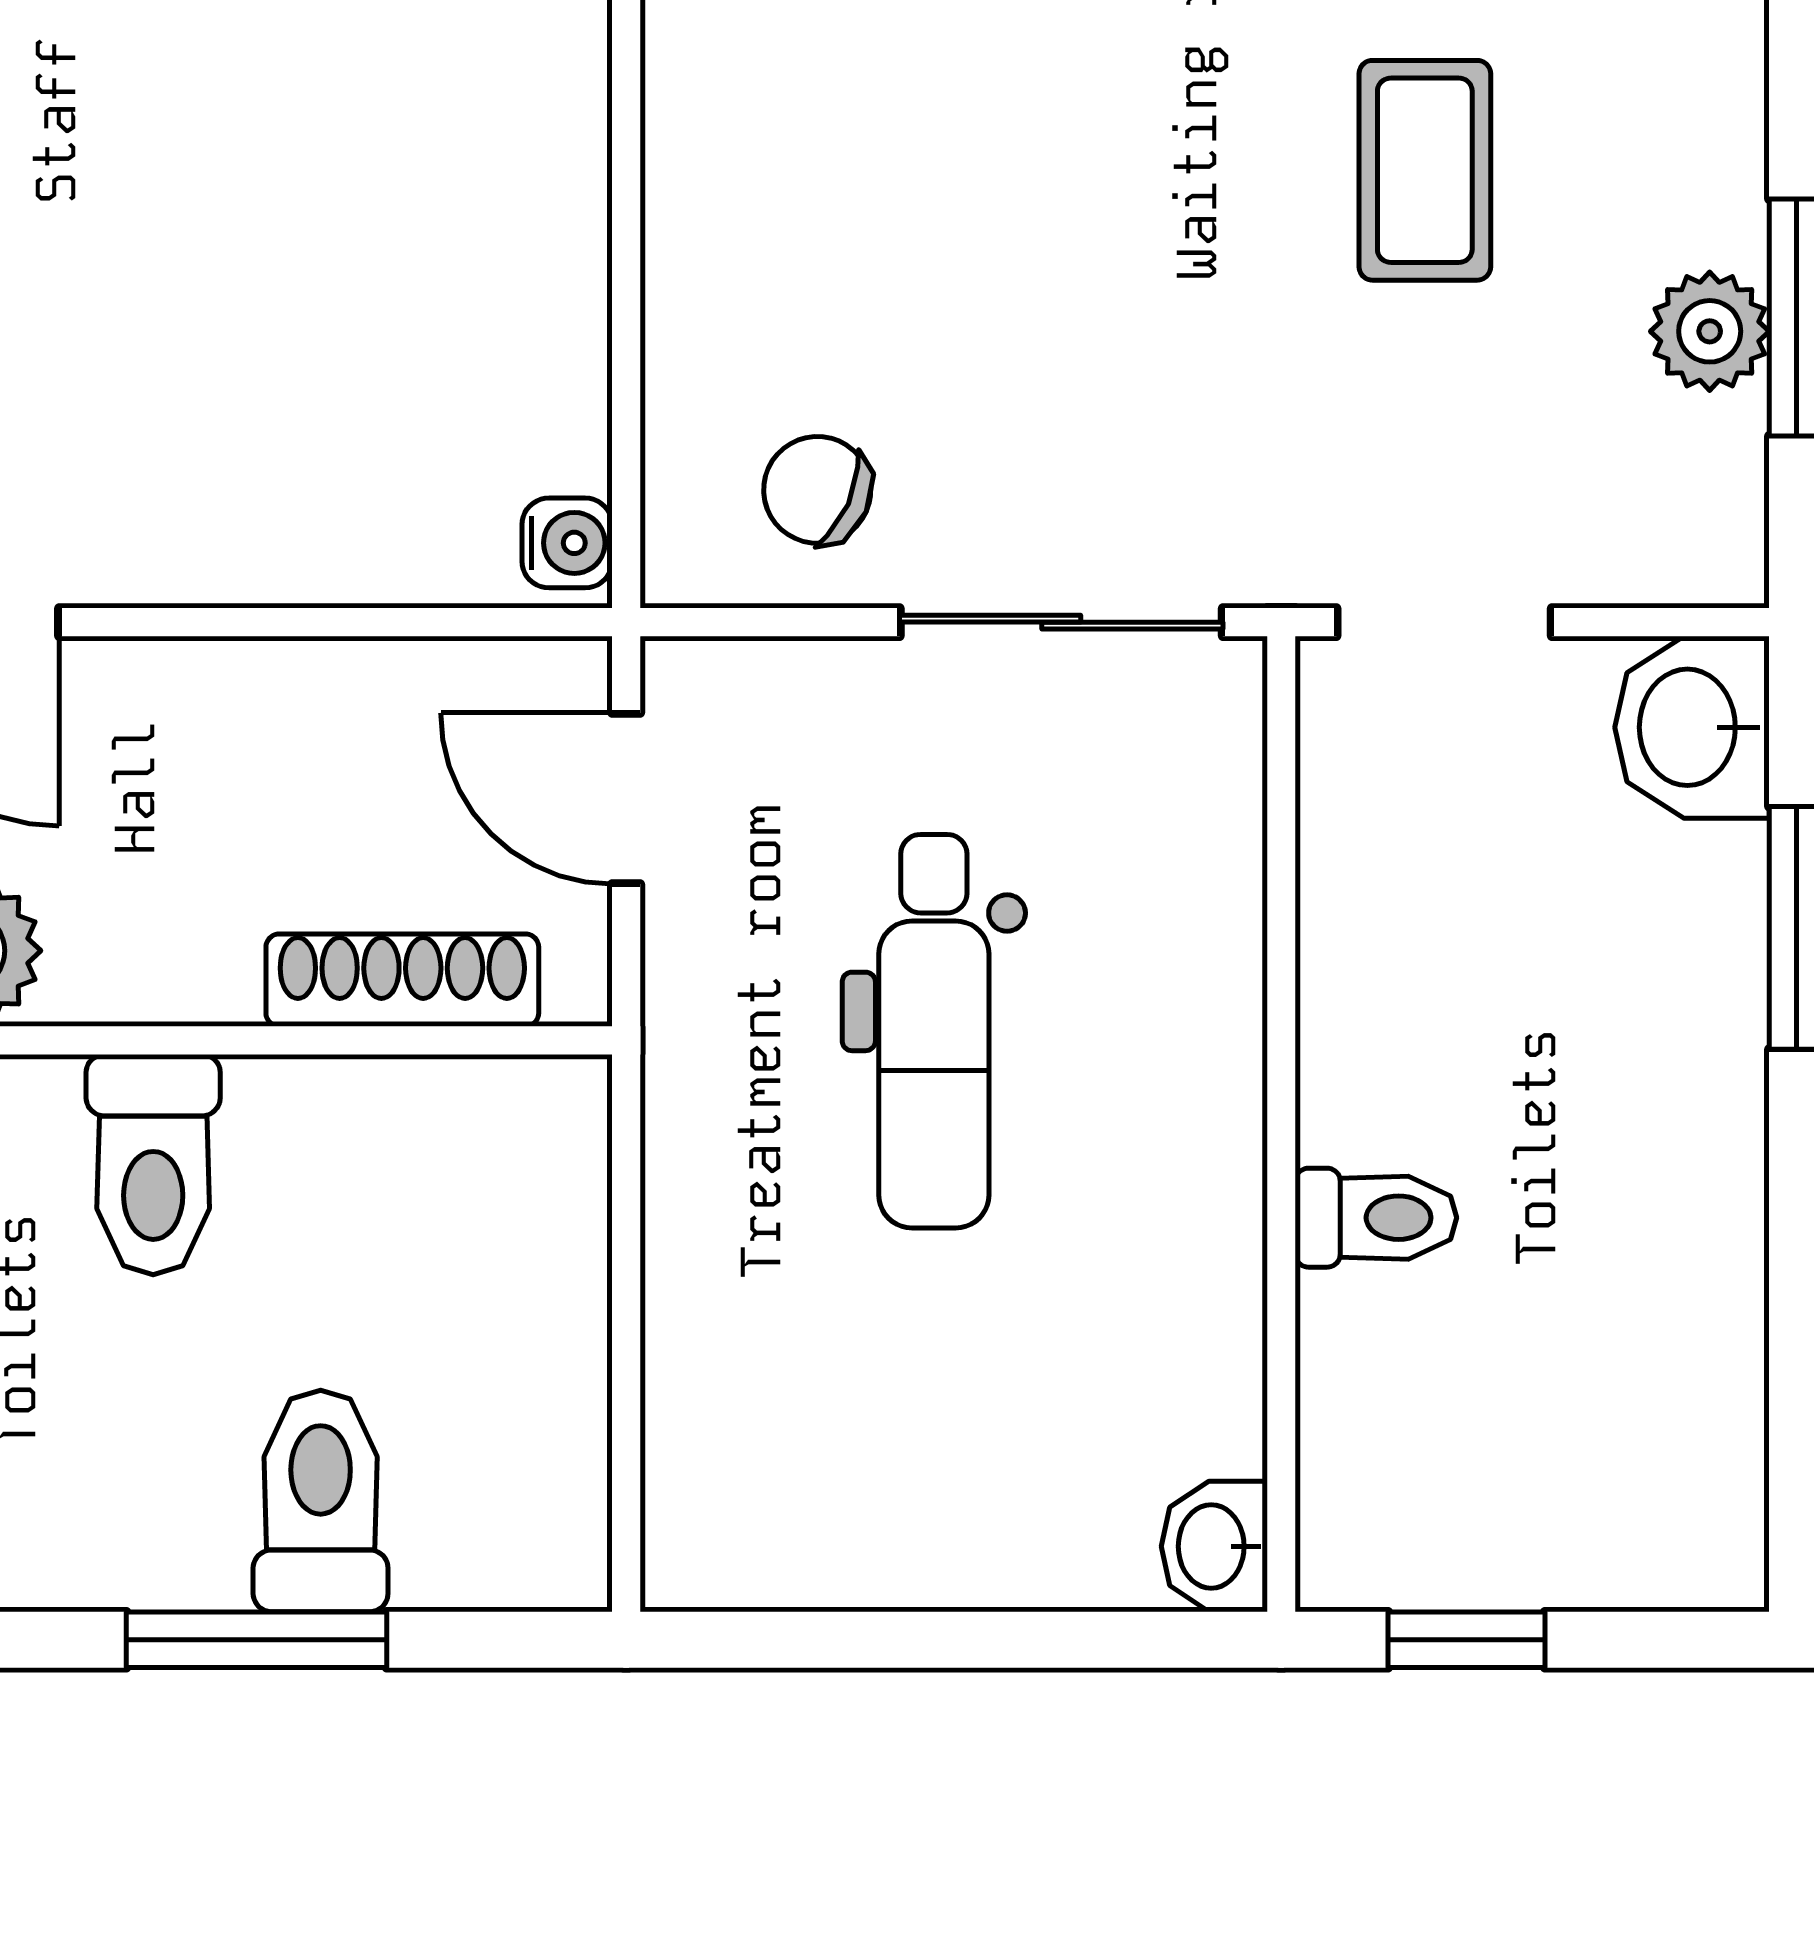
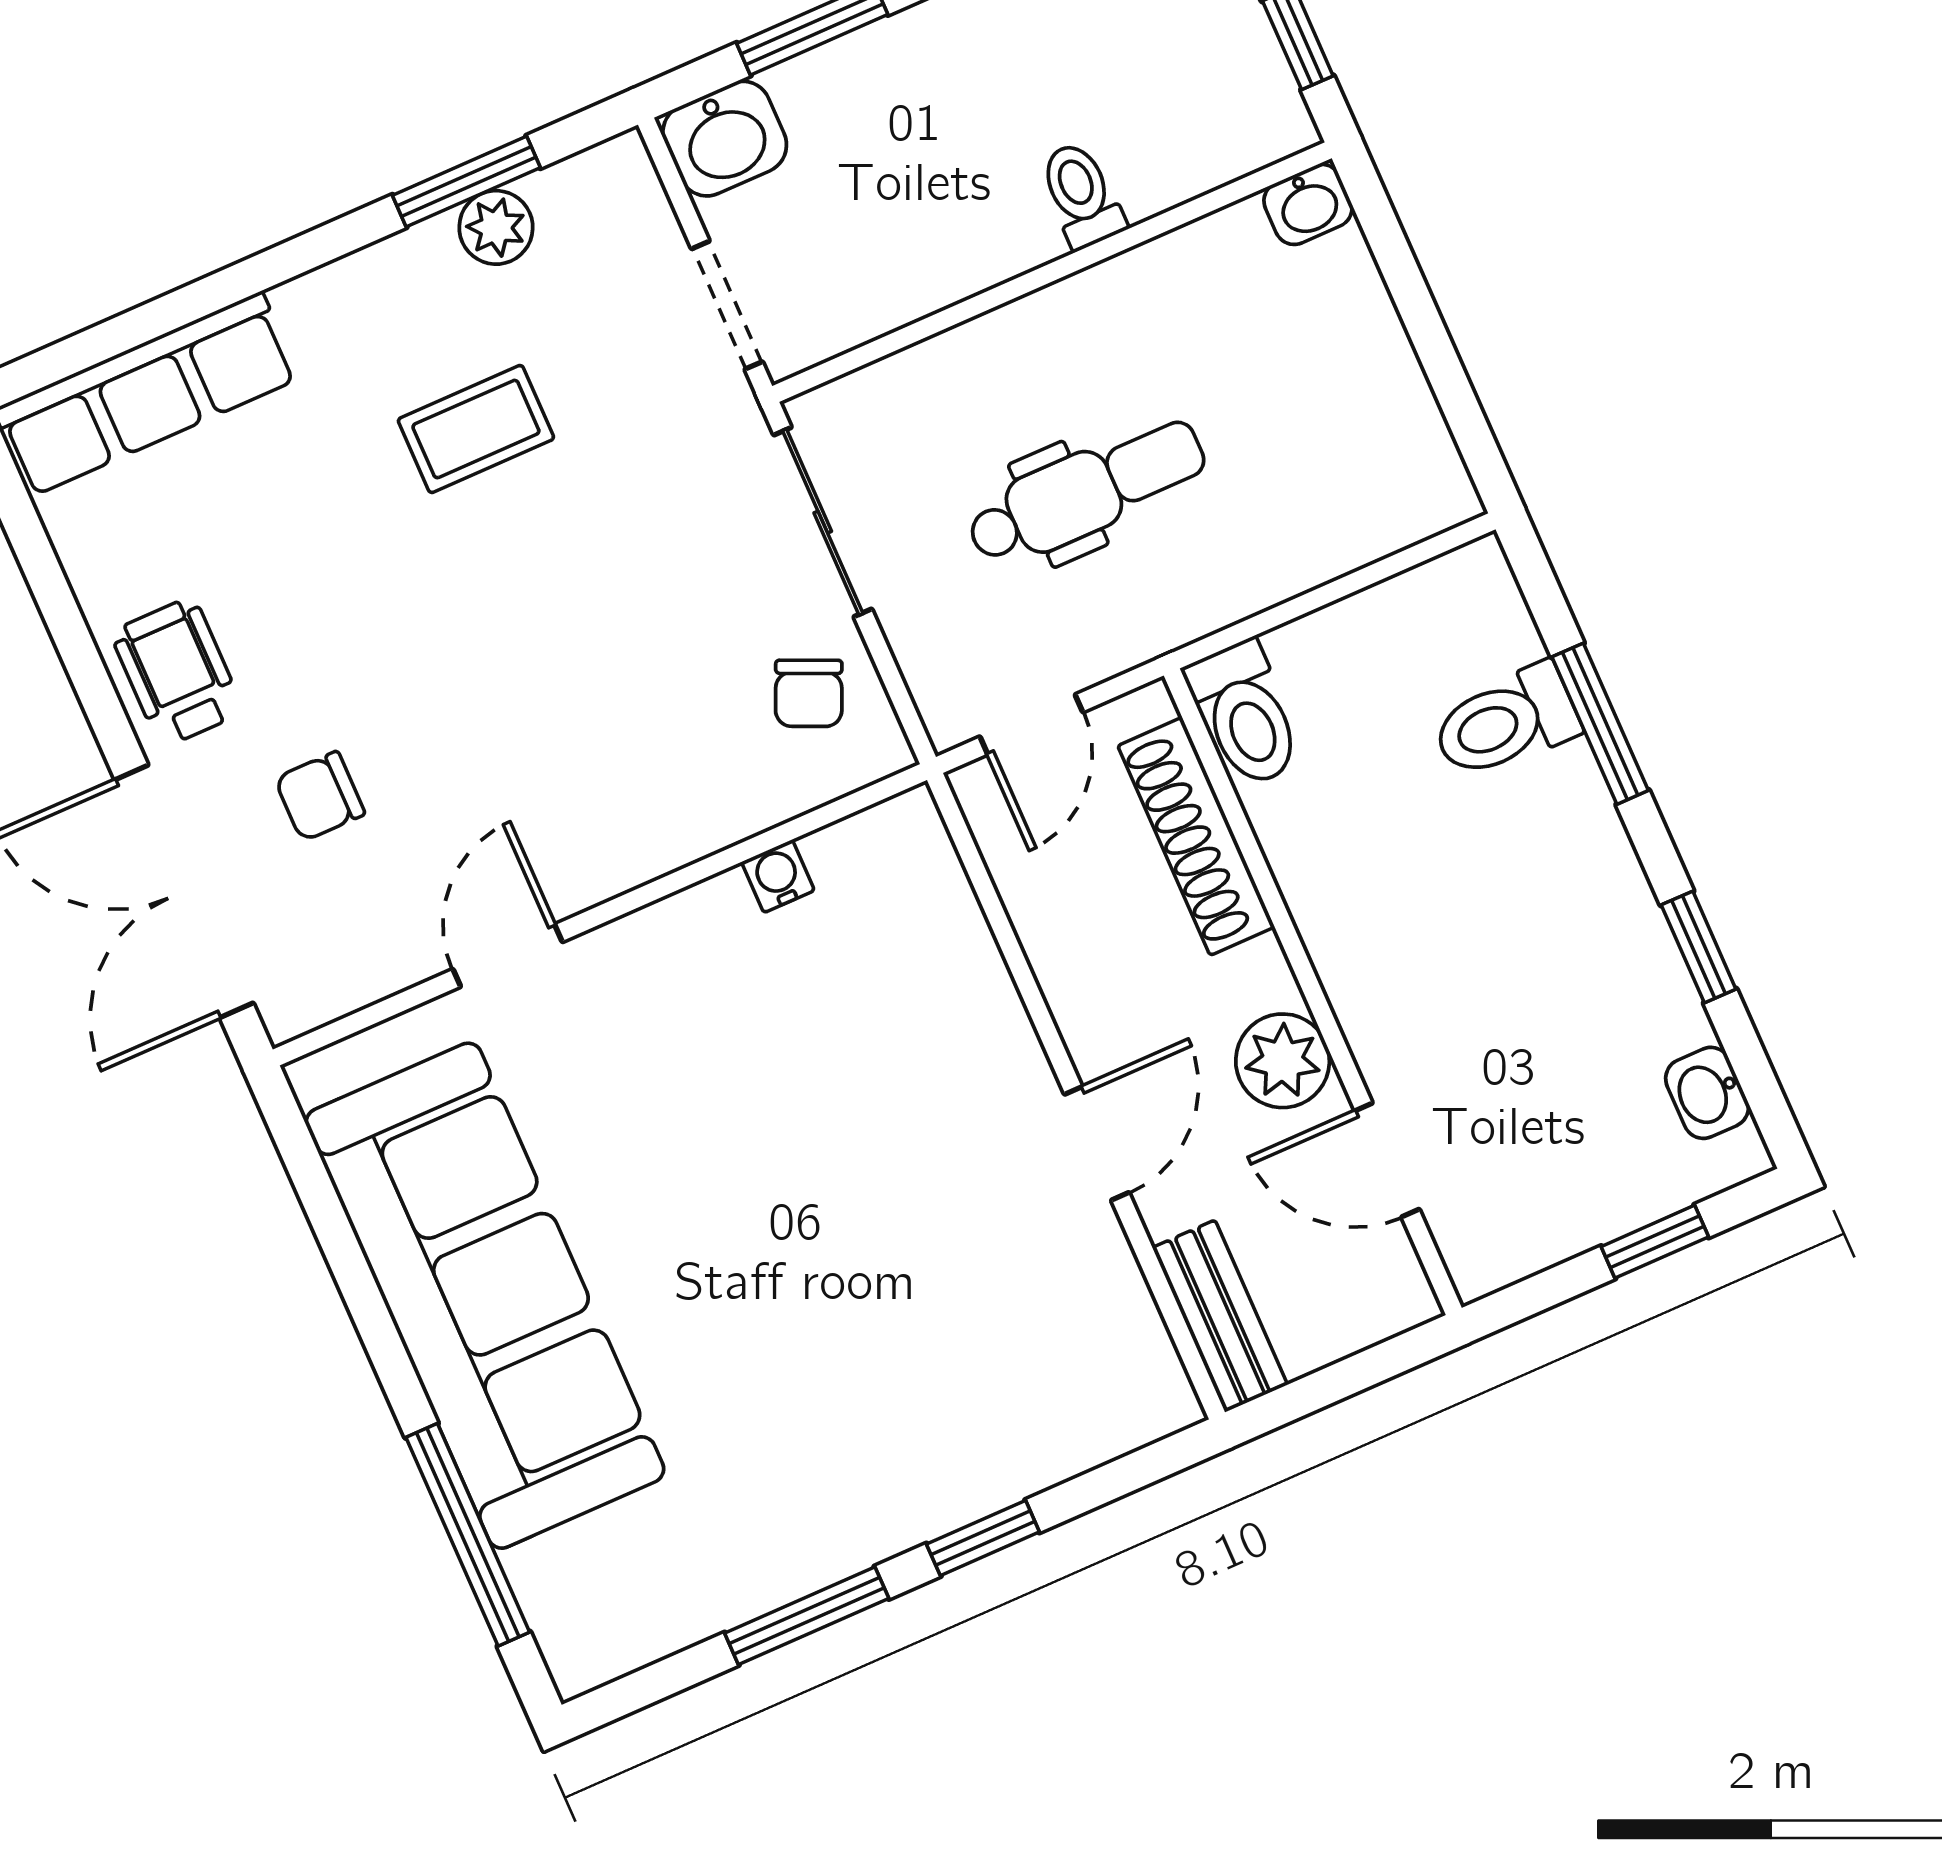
water cooler: (567, 543) -> (778, 876), moved
shoe rack: (402, 980) -> (1196, 836), width x1.36, depth x1.24
toilet: (153, 1165) -> (1245, 714), moved, turned 90

